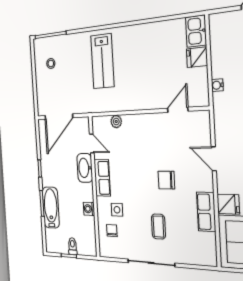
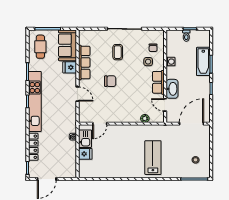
kitchen sink: (196, 31) -> (85, 139), moved
row of seats: (206, 212) -> (84, 62), width x1.48

